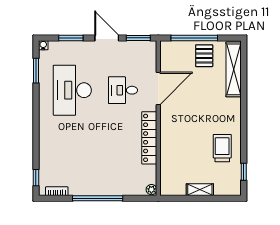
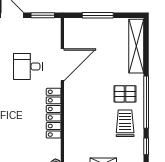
window: (194, 38) -> (98, 15), width x0.68
pallet: (204, 56) -> (125, 94), moved, turned 90
window: (244, 127) -> (146, 102), added

